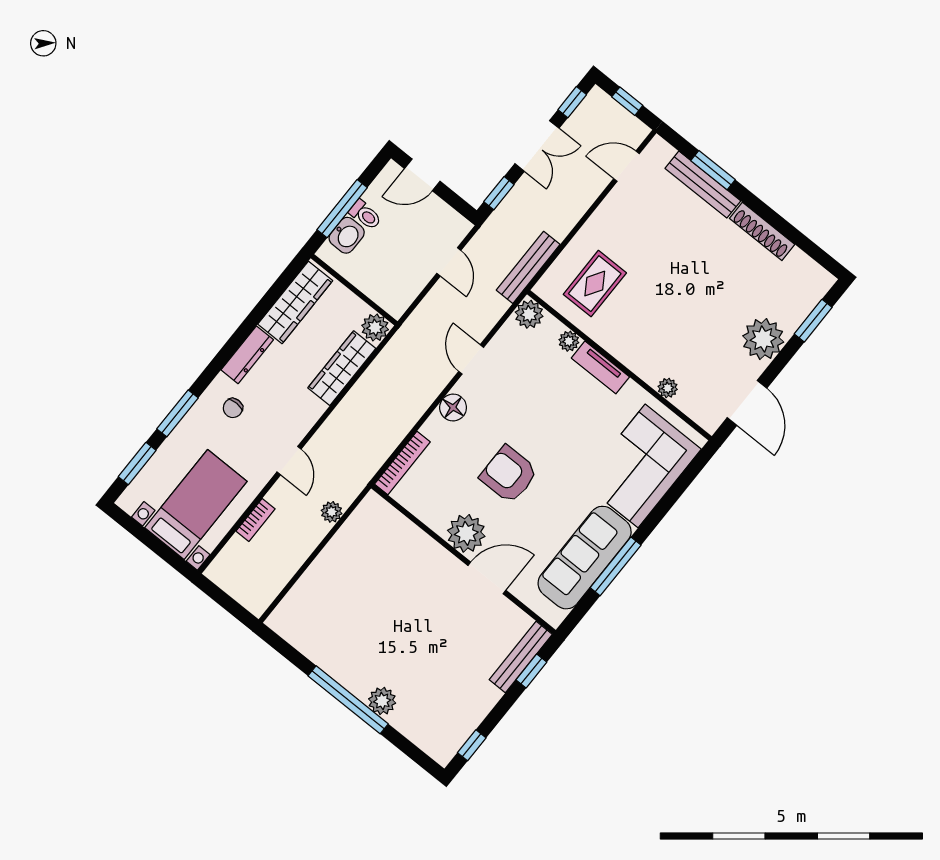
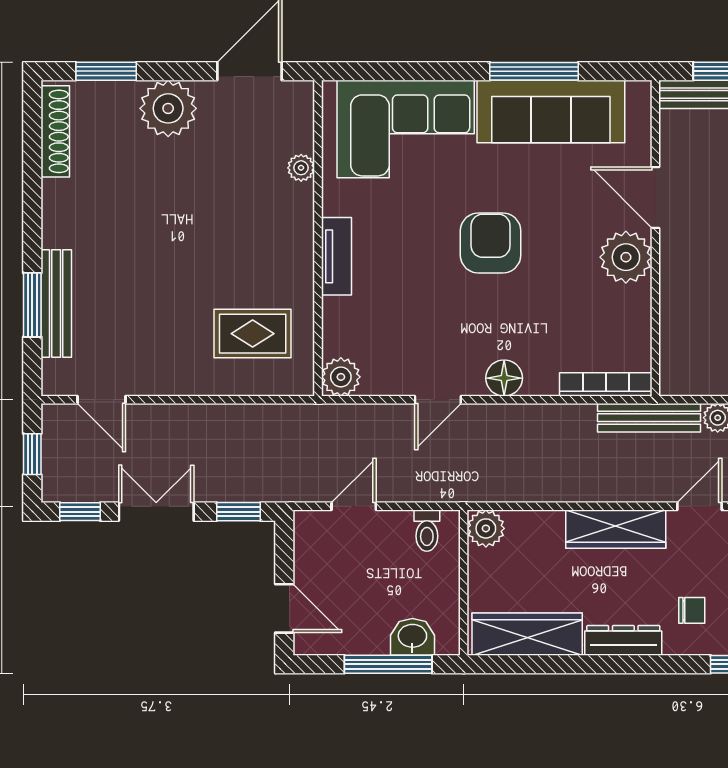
toilet: (365, 215) -> (427, 531), moved, turned 180
shoe rack: (762, 231) -> (55, 131), moved
bench: (528, 267) -> (649, 418), moved
plant: (569, 341) -> (335, 312), removed
wardrobe: (342, 368) -> (616, 529), moved
armchair: (509, 474) -> (491, 243), moved, turned 180

